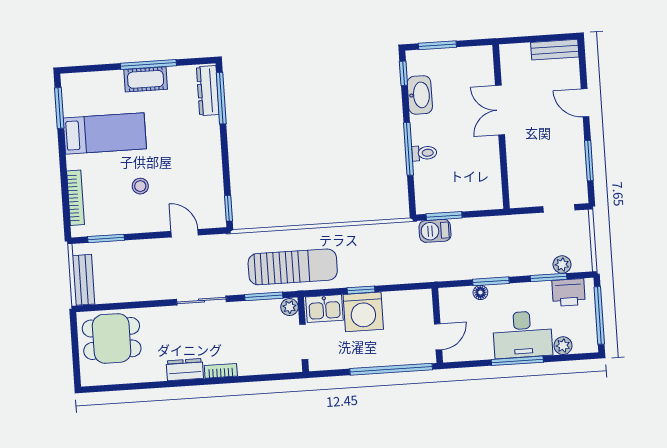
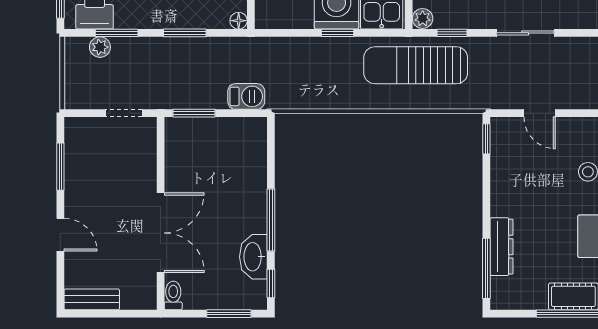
dresser: (208, 91) -> (501, 247), moved
double door: (500, 110) -> (161, 233), width x1.37
window: (408, 149) -> (271, 220), moved
toilet: (424, 153) -> (173, 295), moved, turned 90
doorway: (559, 208) -> (124, 113), moved
window: (444, 216) -> (194, 113), moved
floor lamp: (480, 292) -> (239, 21), moved
window: (264, 296) -> (452, 33), width x0.67

